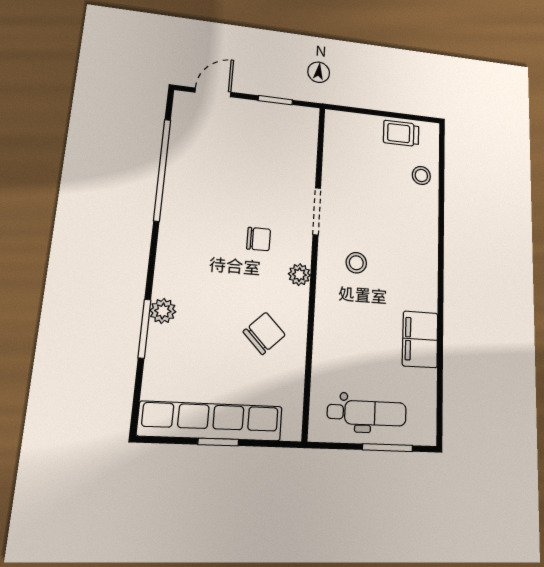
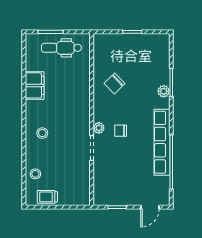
trolley: (401, 133) -> (47, 197), turned 180
stool: (356, 263) -> (42, 133), moved
plant: (299, 275) -> (99, 128), moved
row of seats: (211, 421) -> (162, 142), moved, turned 90

